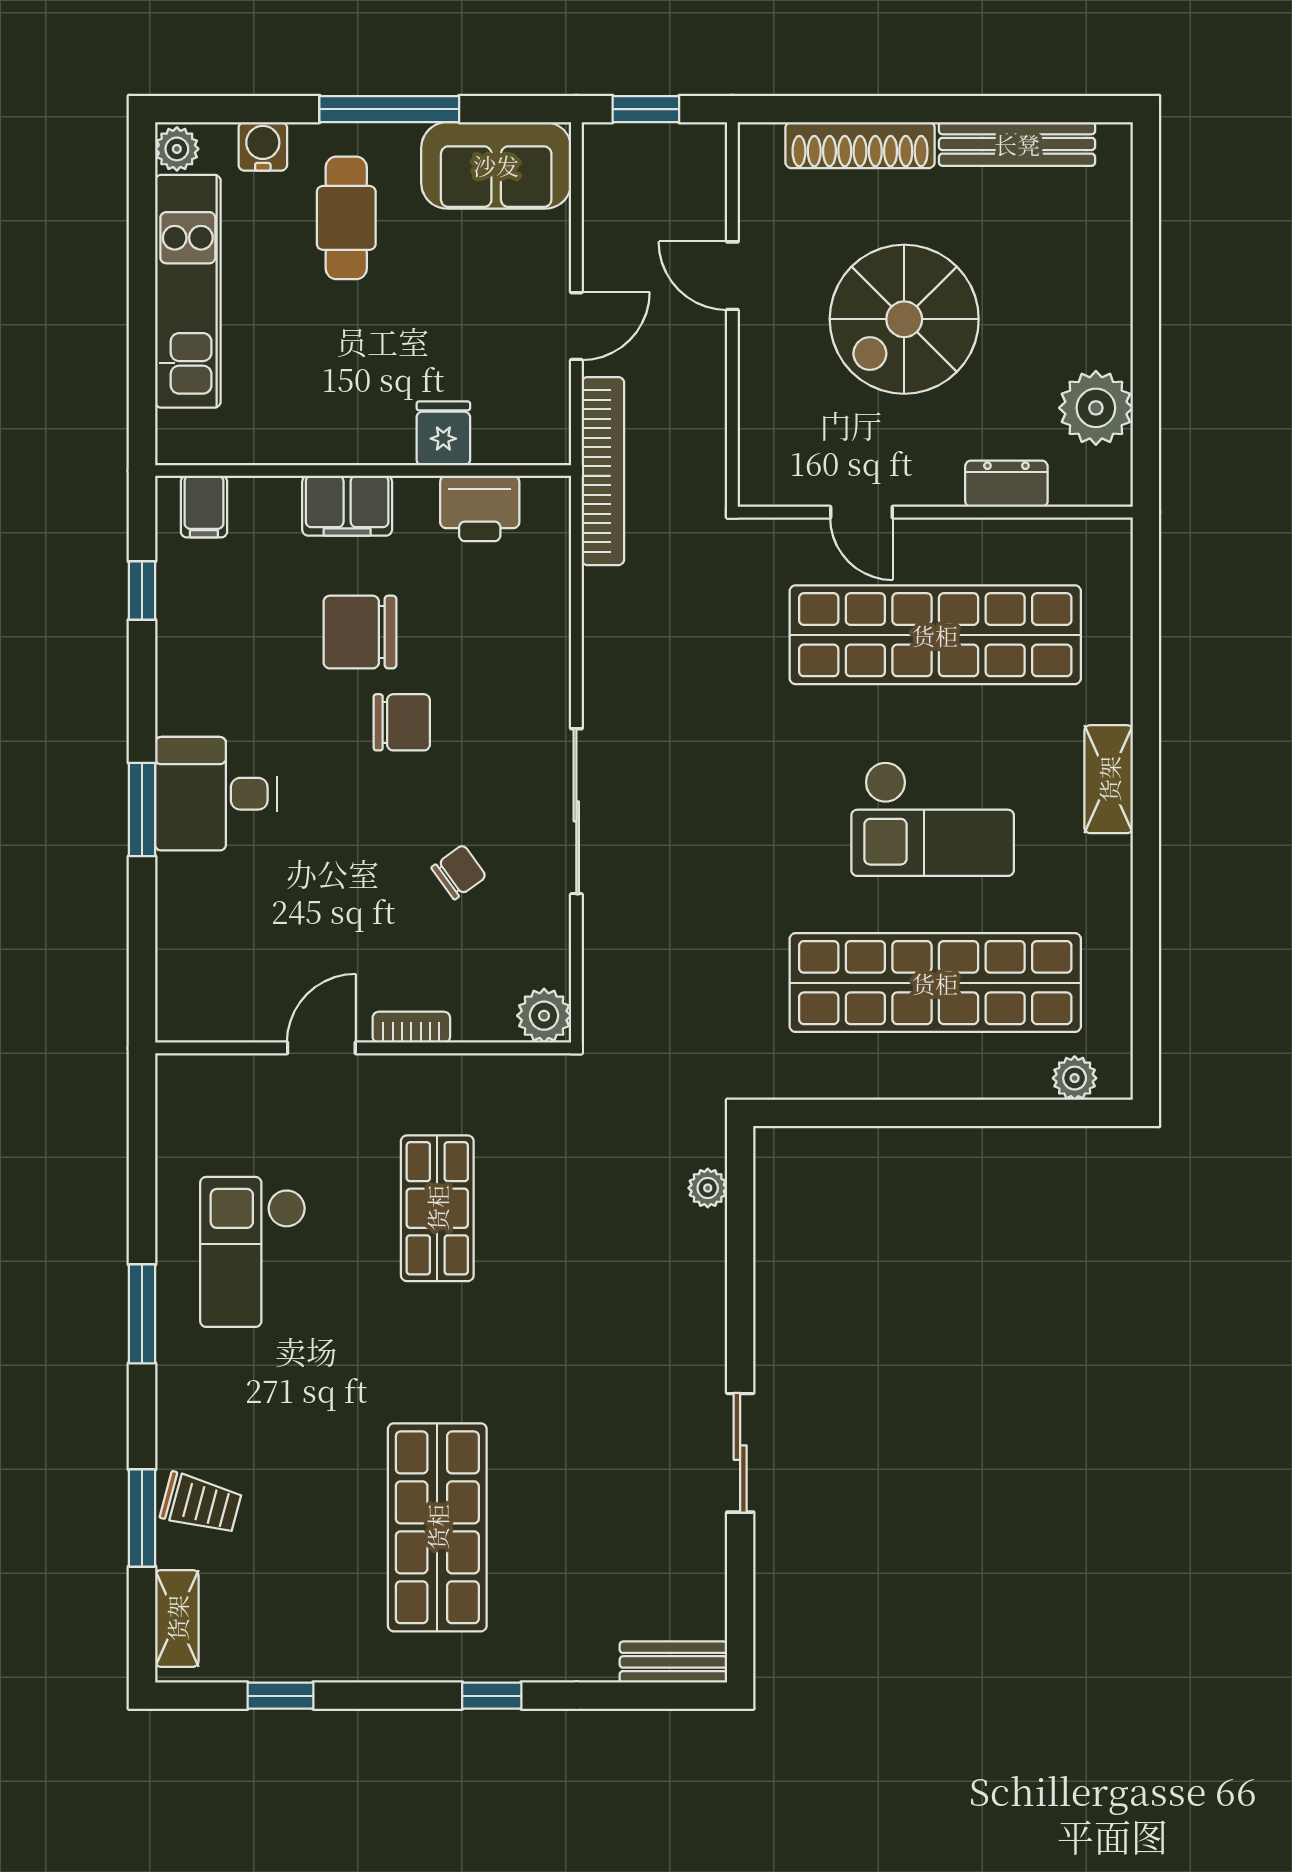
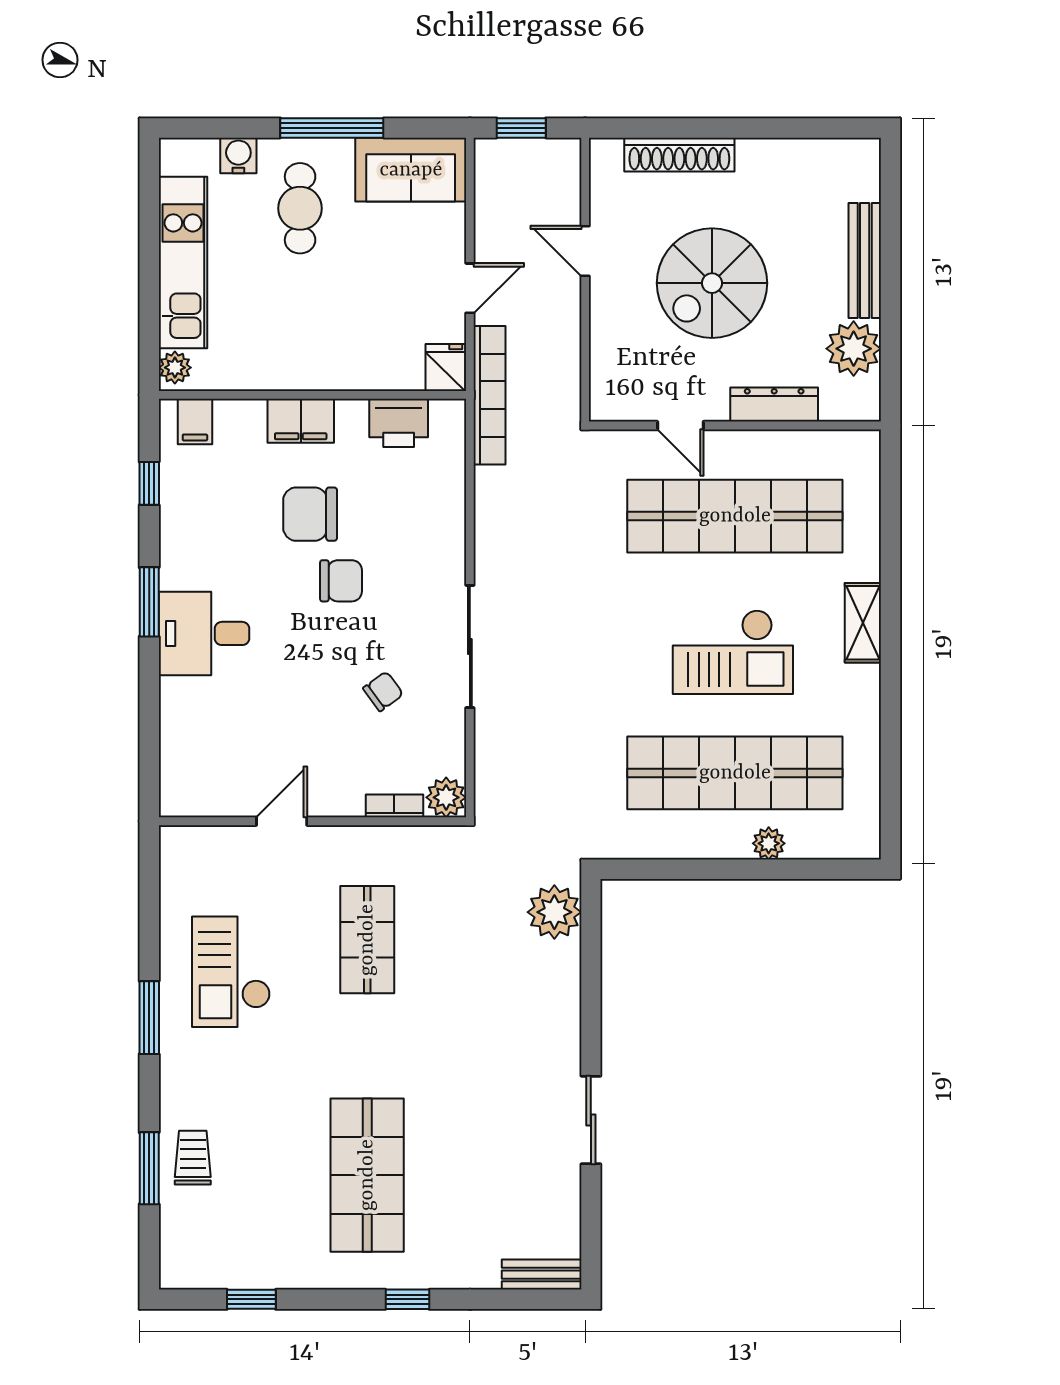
bench: (1017, 144) -> (865, 260), moved, turned 90
plant: (177, 149) -> (175, 368), moved
fridge: (443, 433) -> (445, 367), moved
dresser: (1006, 484) -> (774, 405), width x1.44
window: (142, 810) -> (149, 602), moved
bookcase: (411, 1027) -> (394, 806), moved
plant: (1075, 1078) -> (769, 843), moved
plant: (708, 1188) -> (554, 912), width x1.88, depth x1.88
trolley: (201, 1504) -> (193, 1158), turned -105
shelving: (177, 1618) -> (175, 1242), removed

